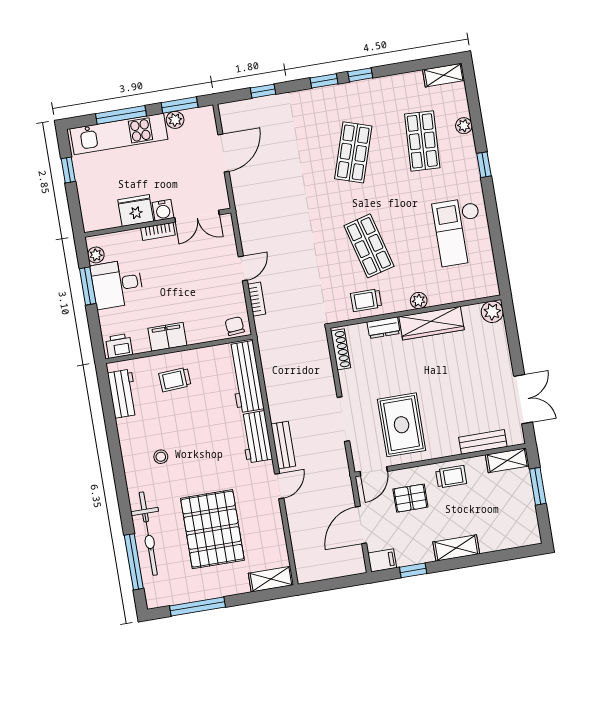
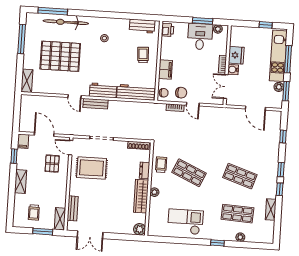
shelving: (444, 75) -> (271, 210), moved
shop shelf: (369, 246) -> (189, 173), turned 39
chair: (227, 294) -> (181, 93), added
filing cabinet: (167, 337) -> (165, 70), moved
trolley: (451, 477) -> (34, 212), moved

